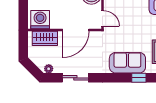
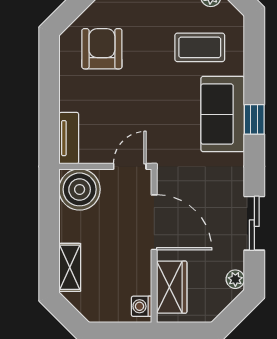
washing machine: (40, 20) -> (142, 306), width x0.53, depth x0.53
window: (139, 78) -> (254, 119), moved

